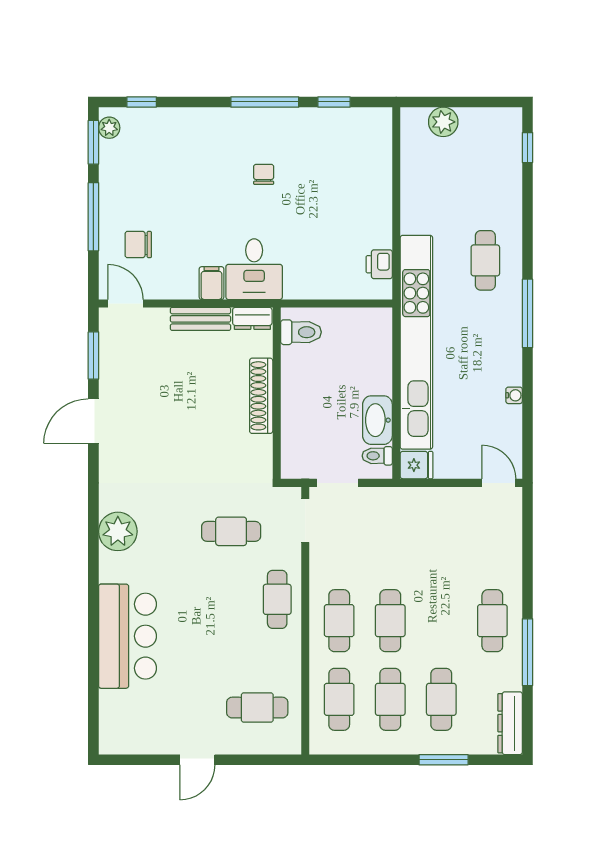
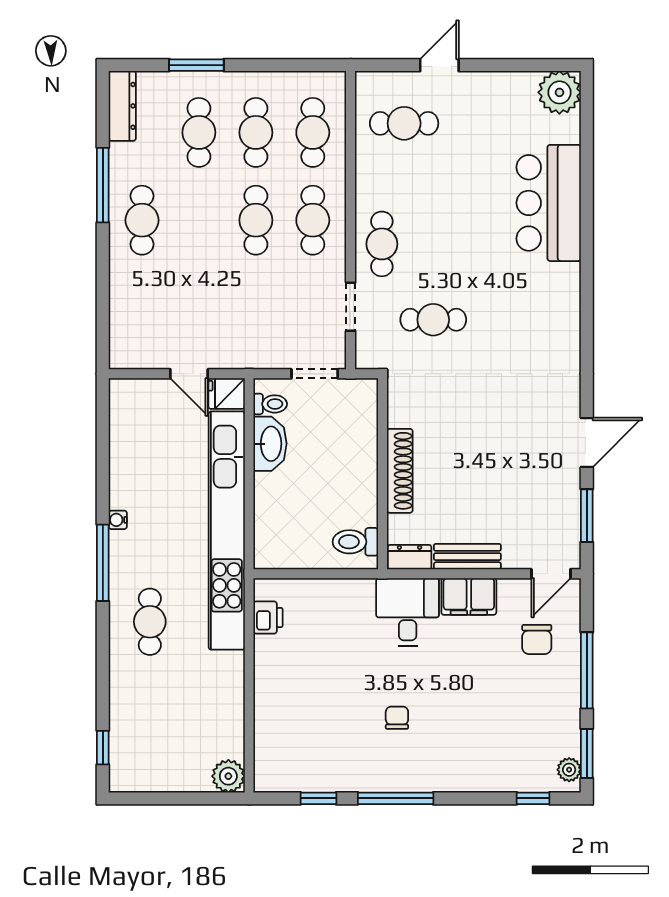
plant: (443, 122) -> (228, 776), moved
chair: (264, 174) -> (397, 718), turned 180
chair: (138, 245) -> (537, 639), turned 90
filing cabinet: (212, 283) -> (469, 596), width x2.00
door: (125, 303) -> (551, 574), hinge flipped
water cooler: (514, 395) -> (118, 520), moved
door: (499, 483) -> (189, 374), moved
doorway: (305, 521) -> (351, 307), moved
plant: (118, 531) -> (559, 92), moved
door: (197, 760) -> (439, 65), moved

